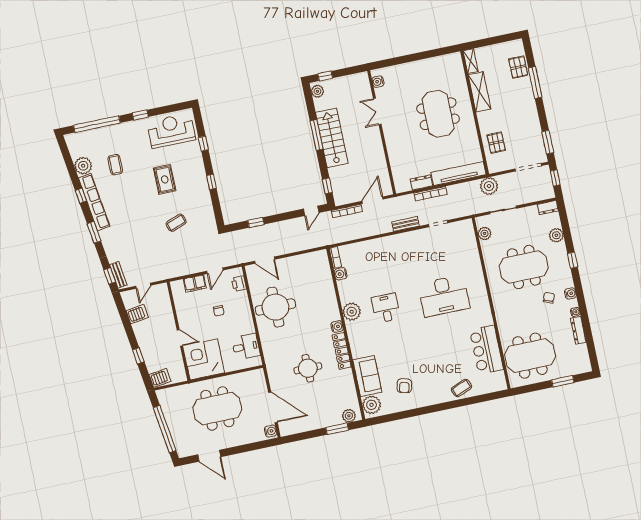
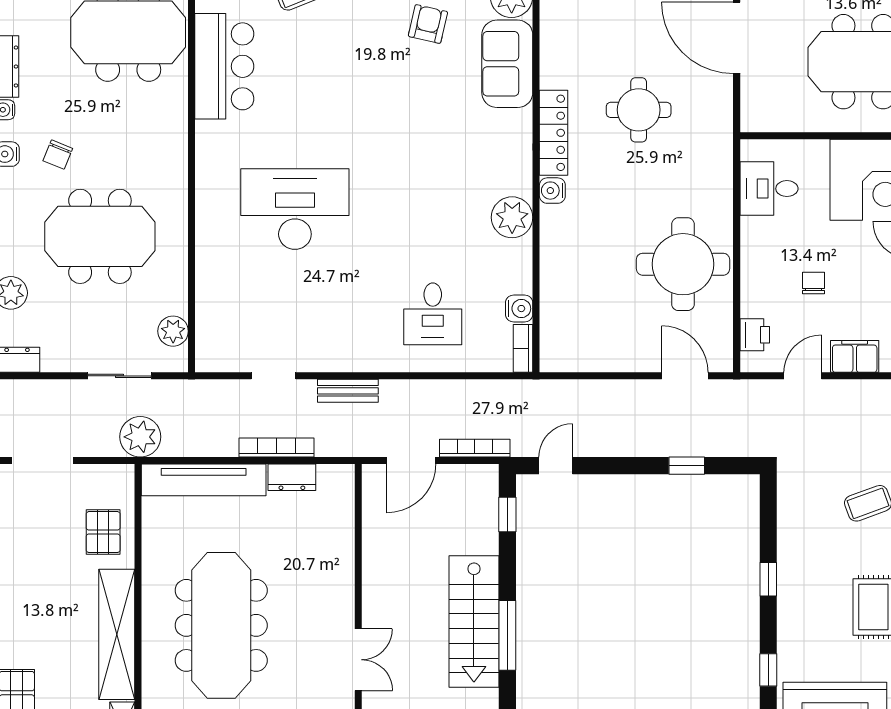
shelving: (479, 92) -> (117, 634), width x1.47
meeting table: (438, 114) -> (221, 625), width x1.36
desk: (386, 308) -> (433, 314), moved

